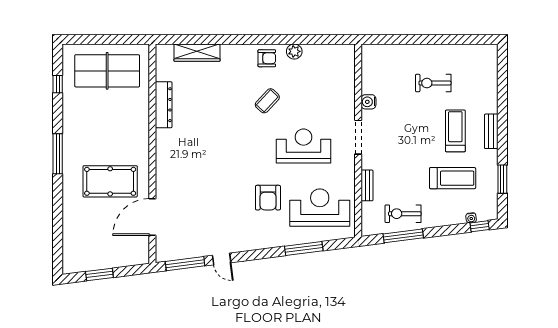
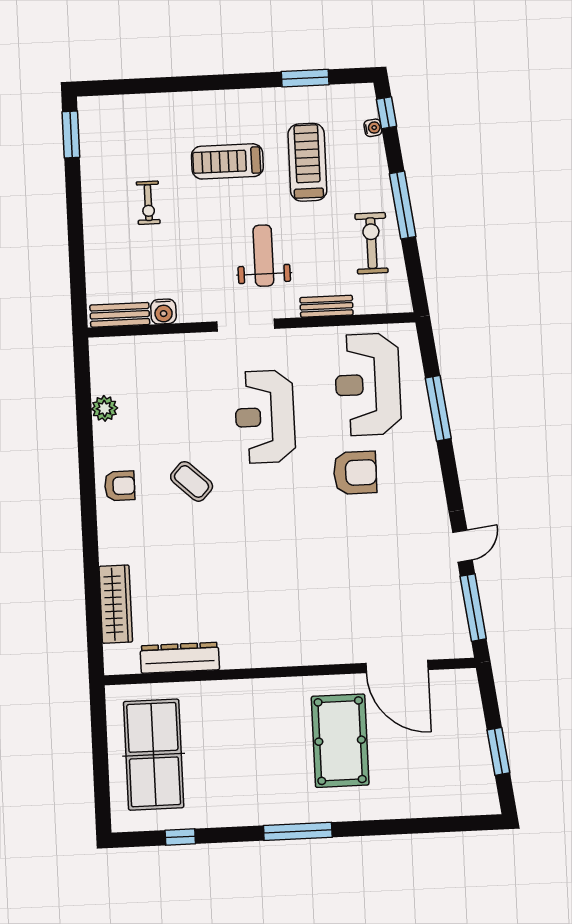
window: (476, 39) -> (71, 135), added
plant: (294, 51) -> (105, 408), moved
armchair: (267, 58) -> (120, 486), turned 90
exercise bike: (433, 83) -> (148, 203), width x0.73, depth x0.72
water cooler: (368, 102) -> (163, 312), moved
dresser: (164, 105) -> (180, 658), moved
bench: (491, 131) -> (120, 315), moved
weight bench: (399, 150) -> (263, 256), added
exercise bike: (403, 214) -> (371, 243), turned 180
window: (403, 236) -> (403, 205), moved

